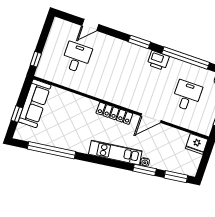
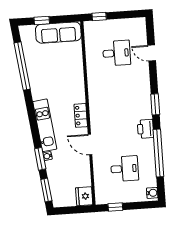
locker: (114, 113) -> (81, 115), width x0.66

